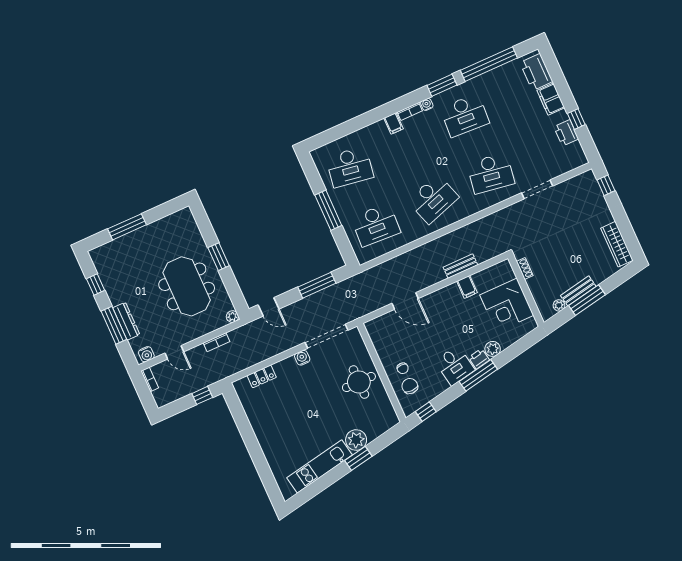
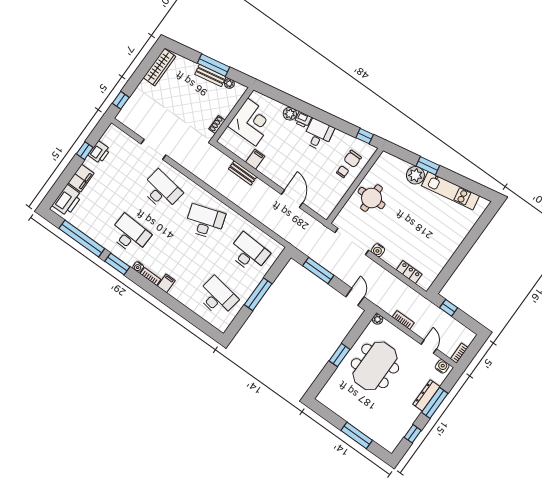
window: (478, 375) -> (315, 113), removed

